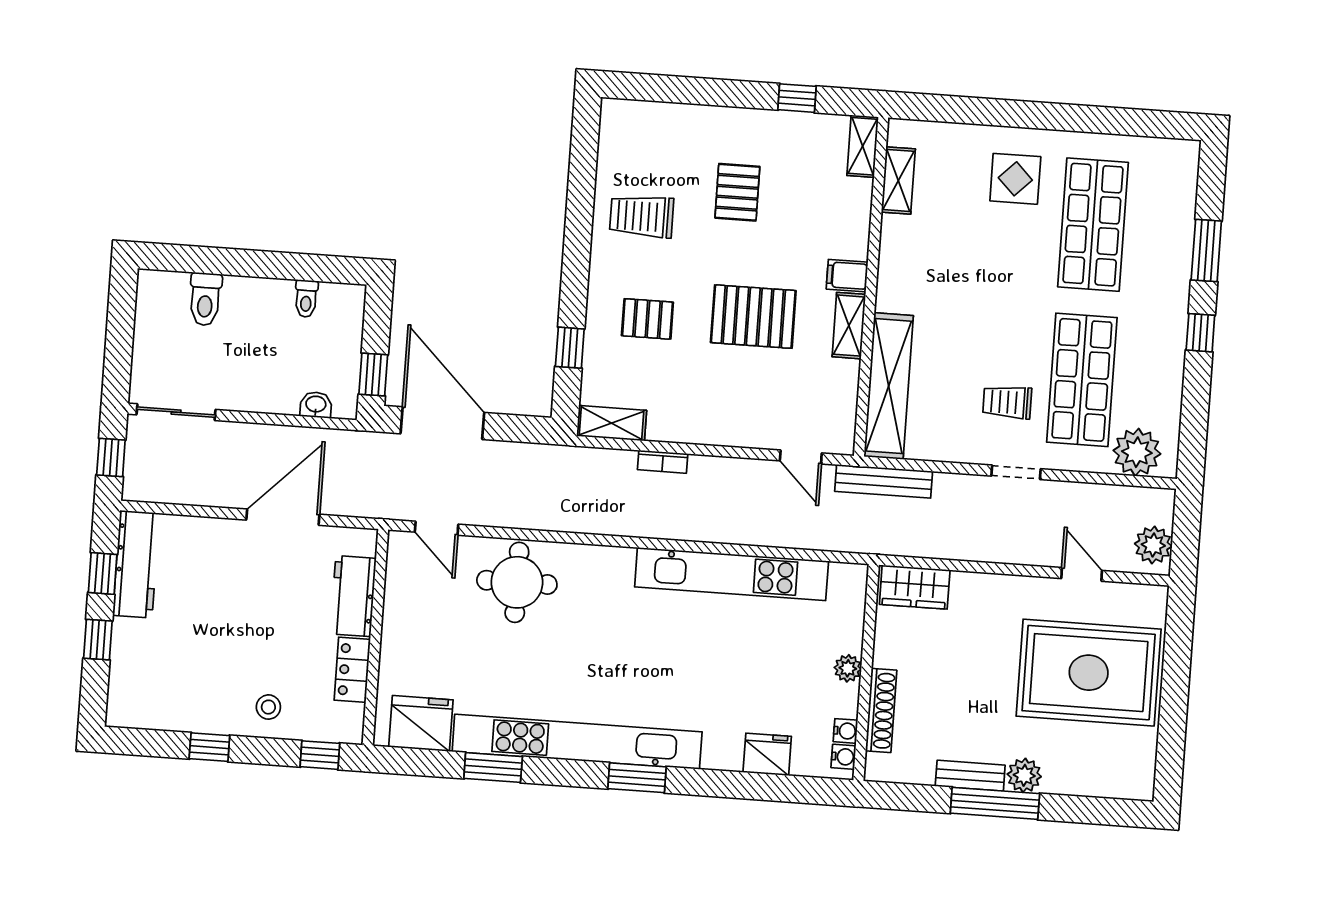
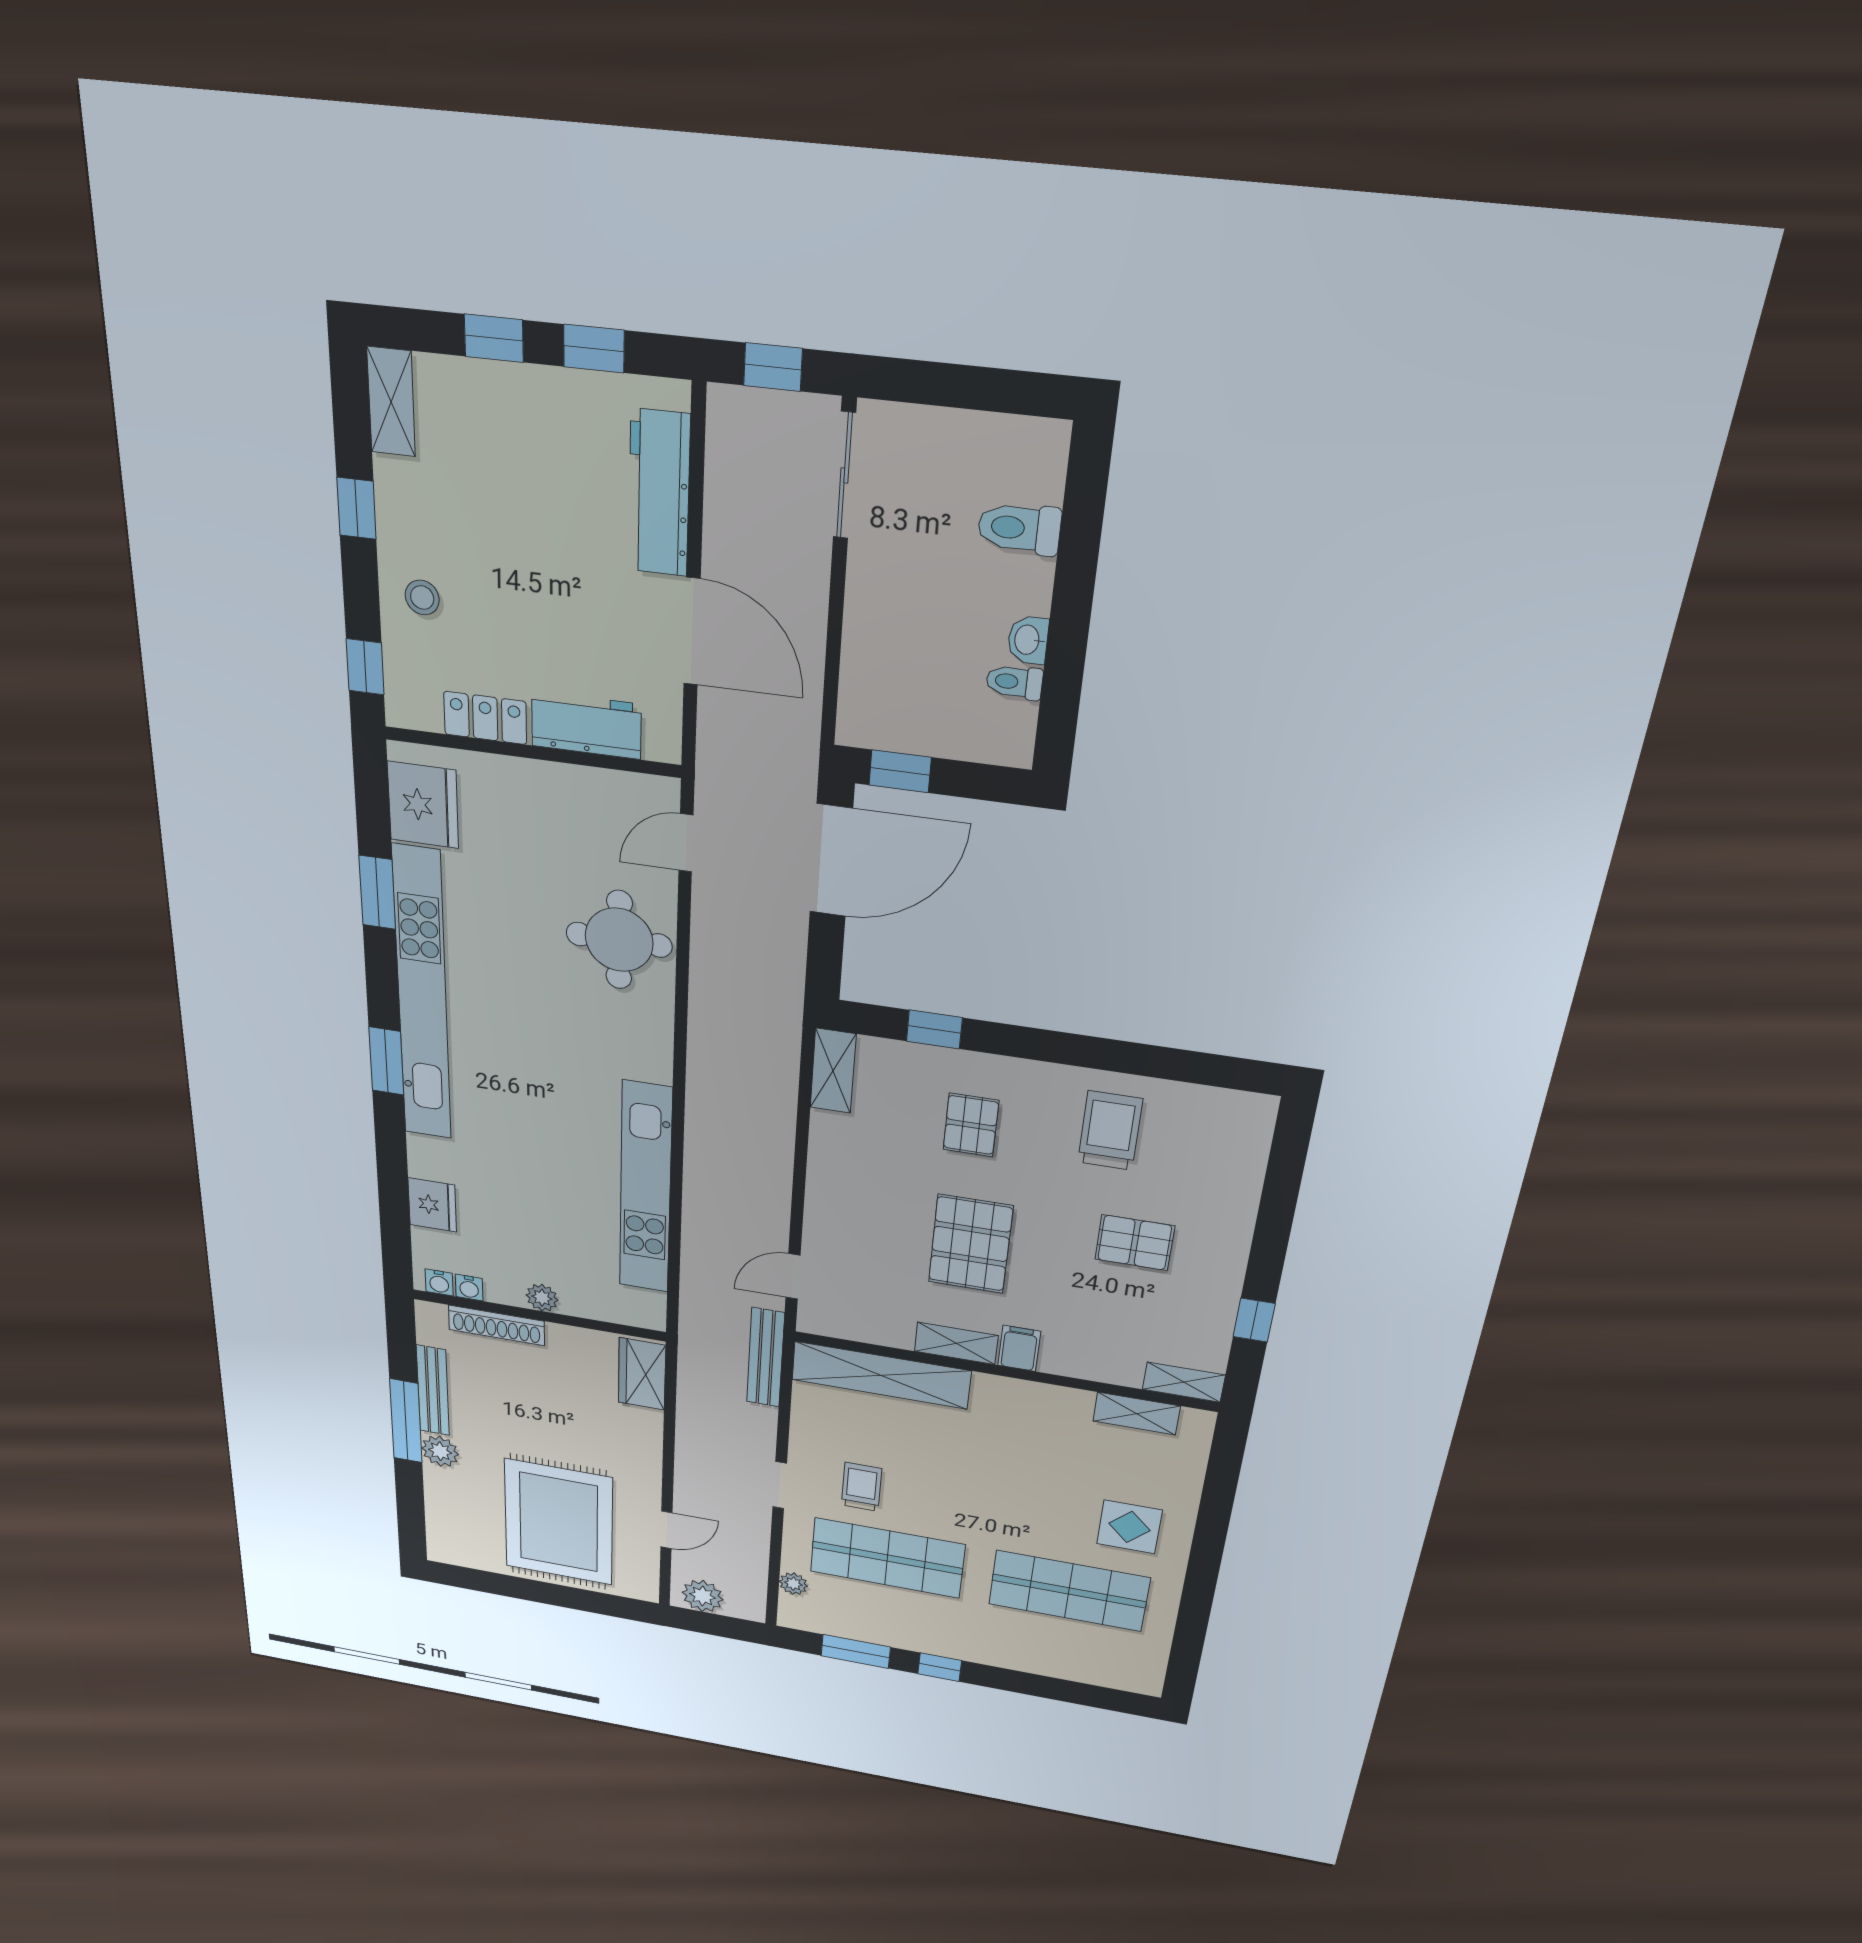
window: (1206, 250) -> (856, 1651), moved
washbasin: (316, 405) -> (1028, 640), moved, turned 180
plant: (1137, 452) -> (793, 1584), width x0.53, depth x0.53
bookcase: (663, 462) -> (784, 1126), removed
workbench: (136, 564) -> (659, 493), moved, turned 90
shelving: (139, 714) -> (391, 402), added
bench: (970, 776) -> (433, 1390), width x1.36

